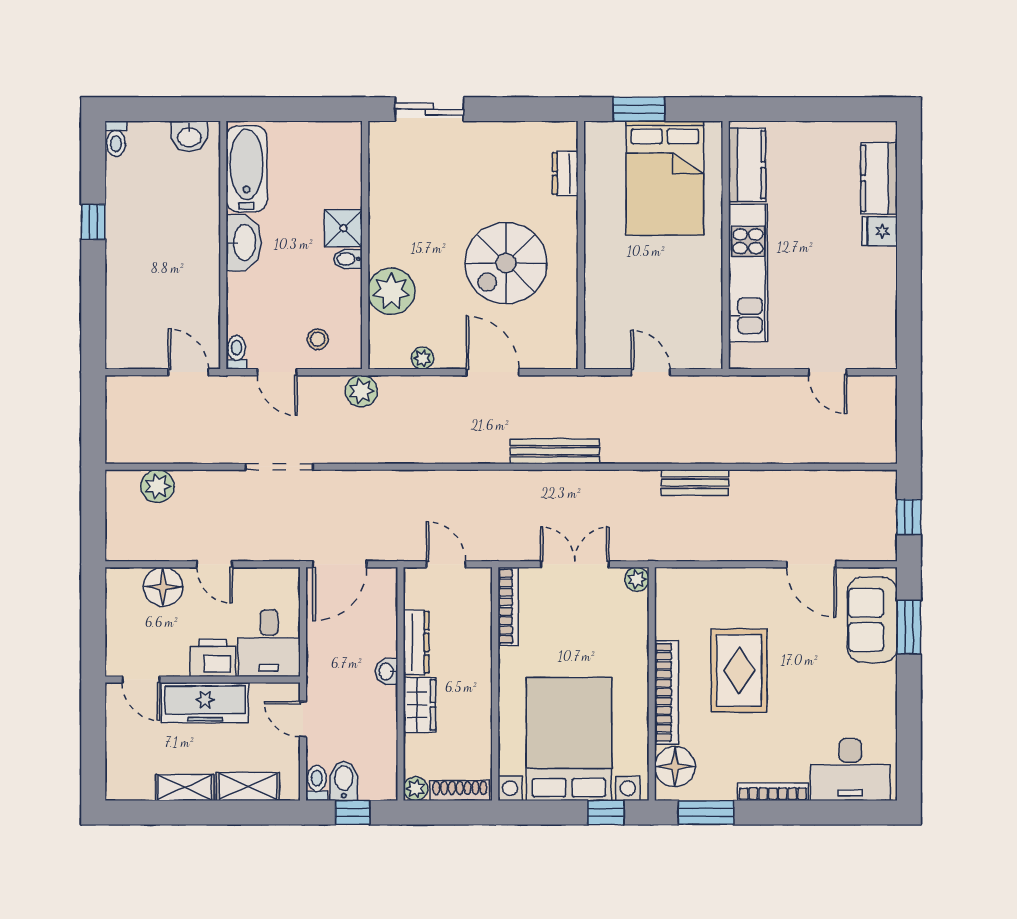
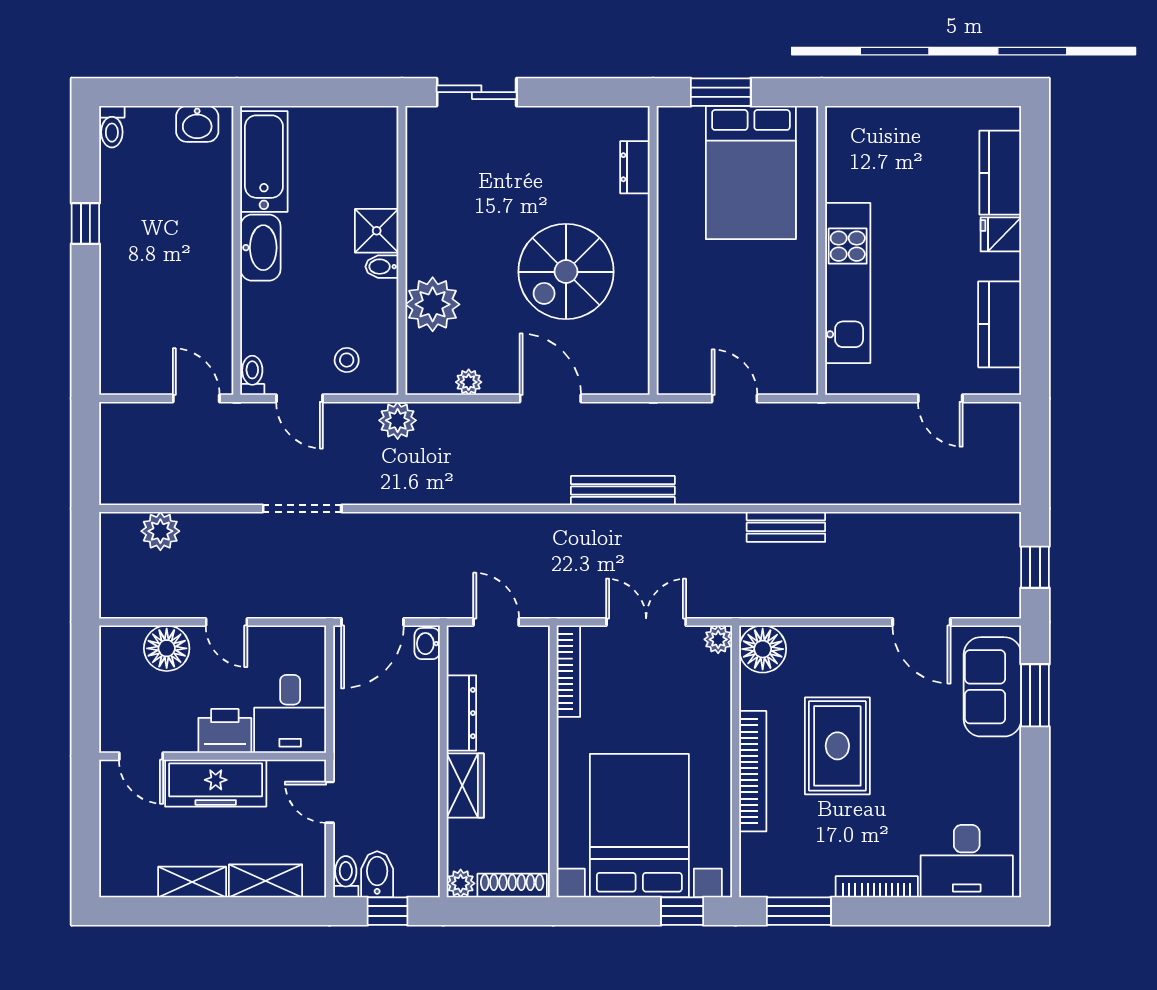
kitchen counter: (747, 165) -> (1000, 324), moved, turned 180
washbasin: (387, 671) -> (427, 644), moved
floor lamp: (675, 767) -> (763, 649), moved

